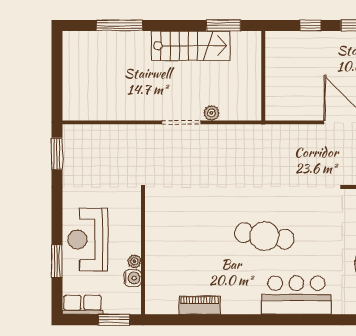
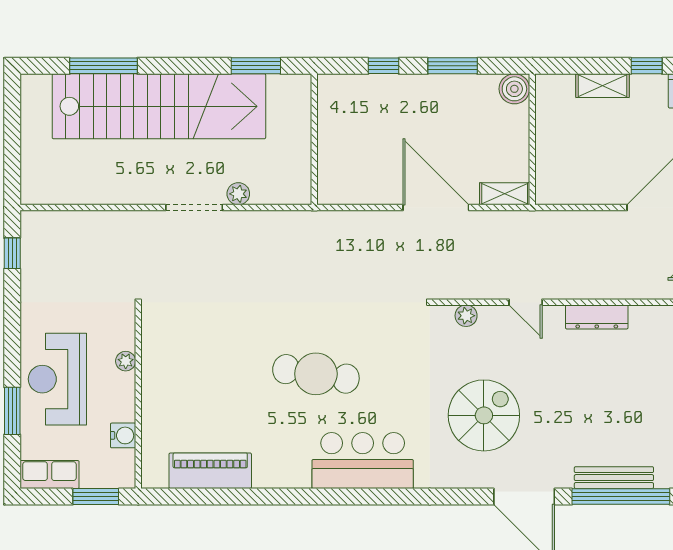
stairs: (191, 46) -> (159, 106), width x1.86, depth x1.51
window: (57, 154) -> (12, 253), width x0.67
plant: (134, 261) -> (126, 361), moved
piano: (200, 305) -> (210, 471), width x1.37, depth x1.33

